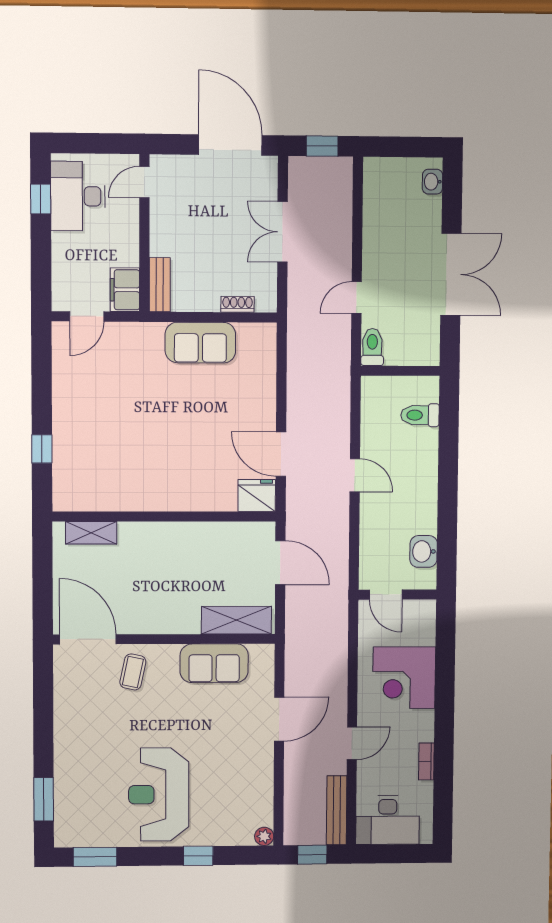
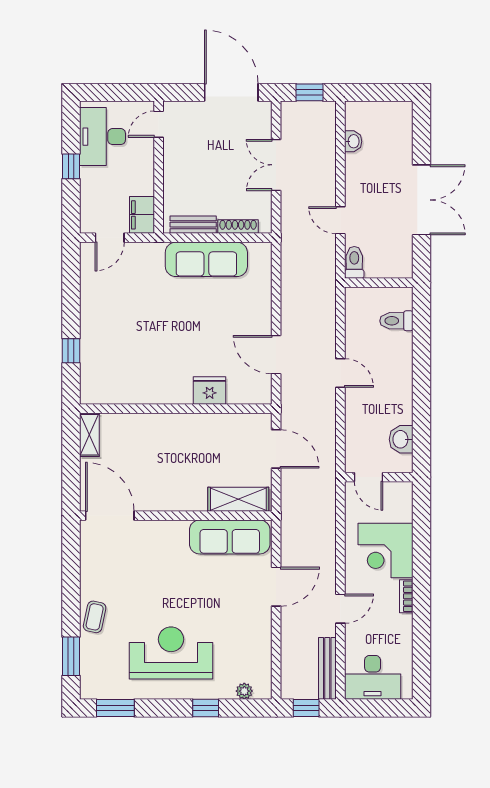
washbasin: (432, 182) -> (353, 141), moved, turned 180
window: (41, 199) -> (71, 166), moved
bench: (160, 285) -> (193, 225), moved, turned 90
door: (357, 298) -> (340, 220), hinge flipped
shoe rack: (238, 304) -> (238, 227), width x1.43
sofa: (200, 343) -> (206, 259), width x1.36
fridge: (257, 495) -> (210, 391), moved
shelving: (91, 533) -> (89, 435), moved, turned 90
sofa: (214, 663) -> (230, 537), width x1.36
coffee table: (133, 672) -> (95, 617), moved
bookcase: (426, 761) -> (406, 596), moved
reception desk: (159, 795) -> (171, 653), turned 90
plant: (264, 836) -> (244, 691), moved

